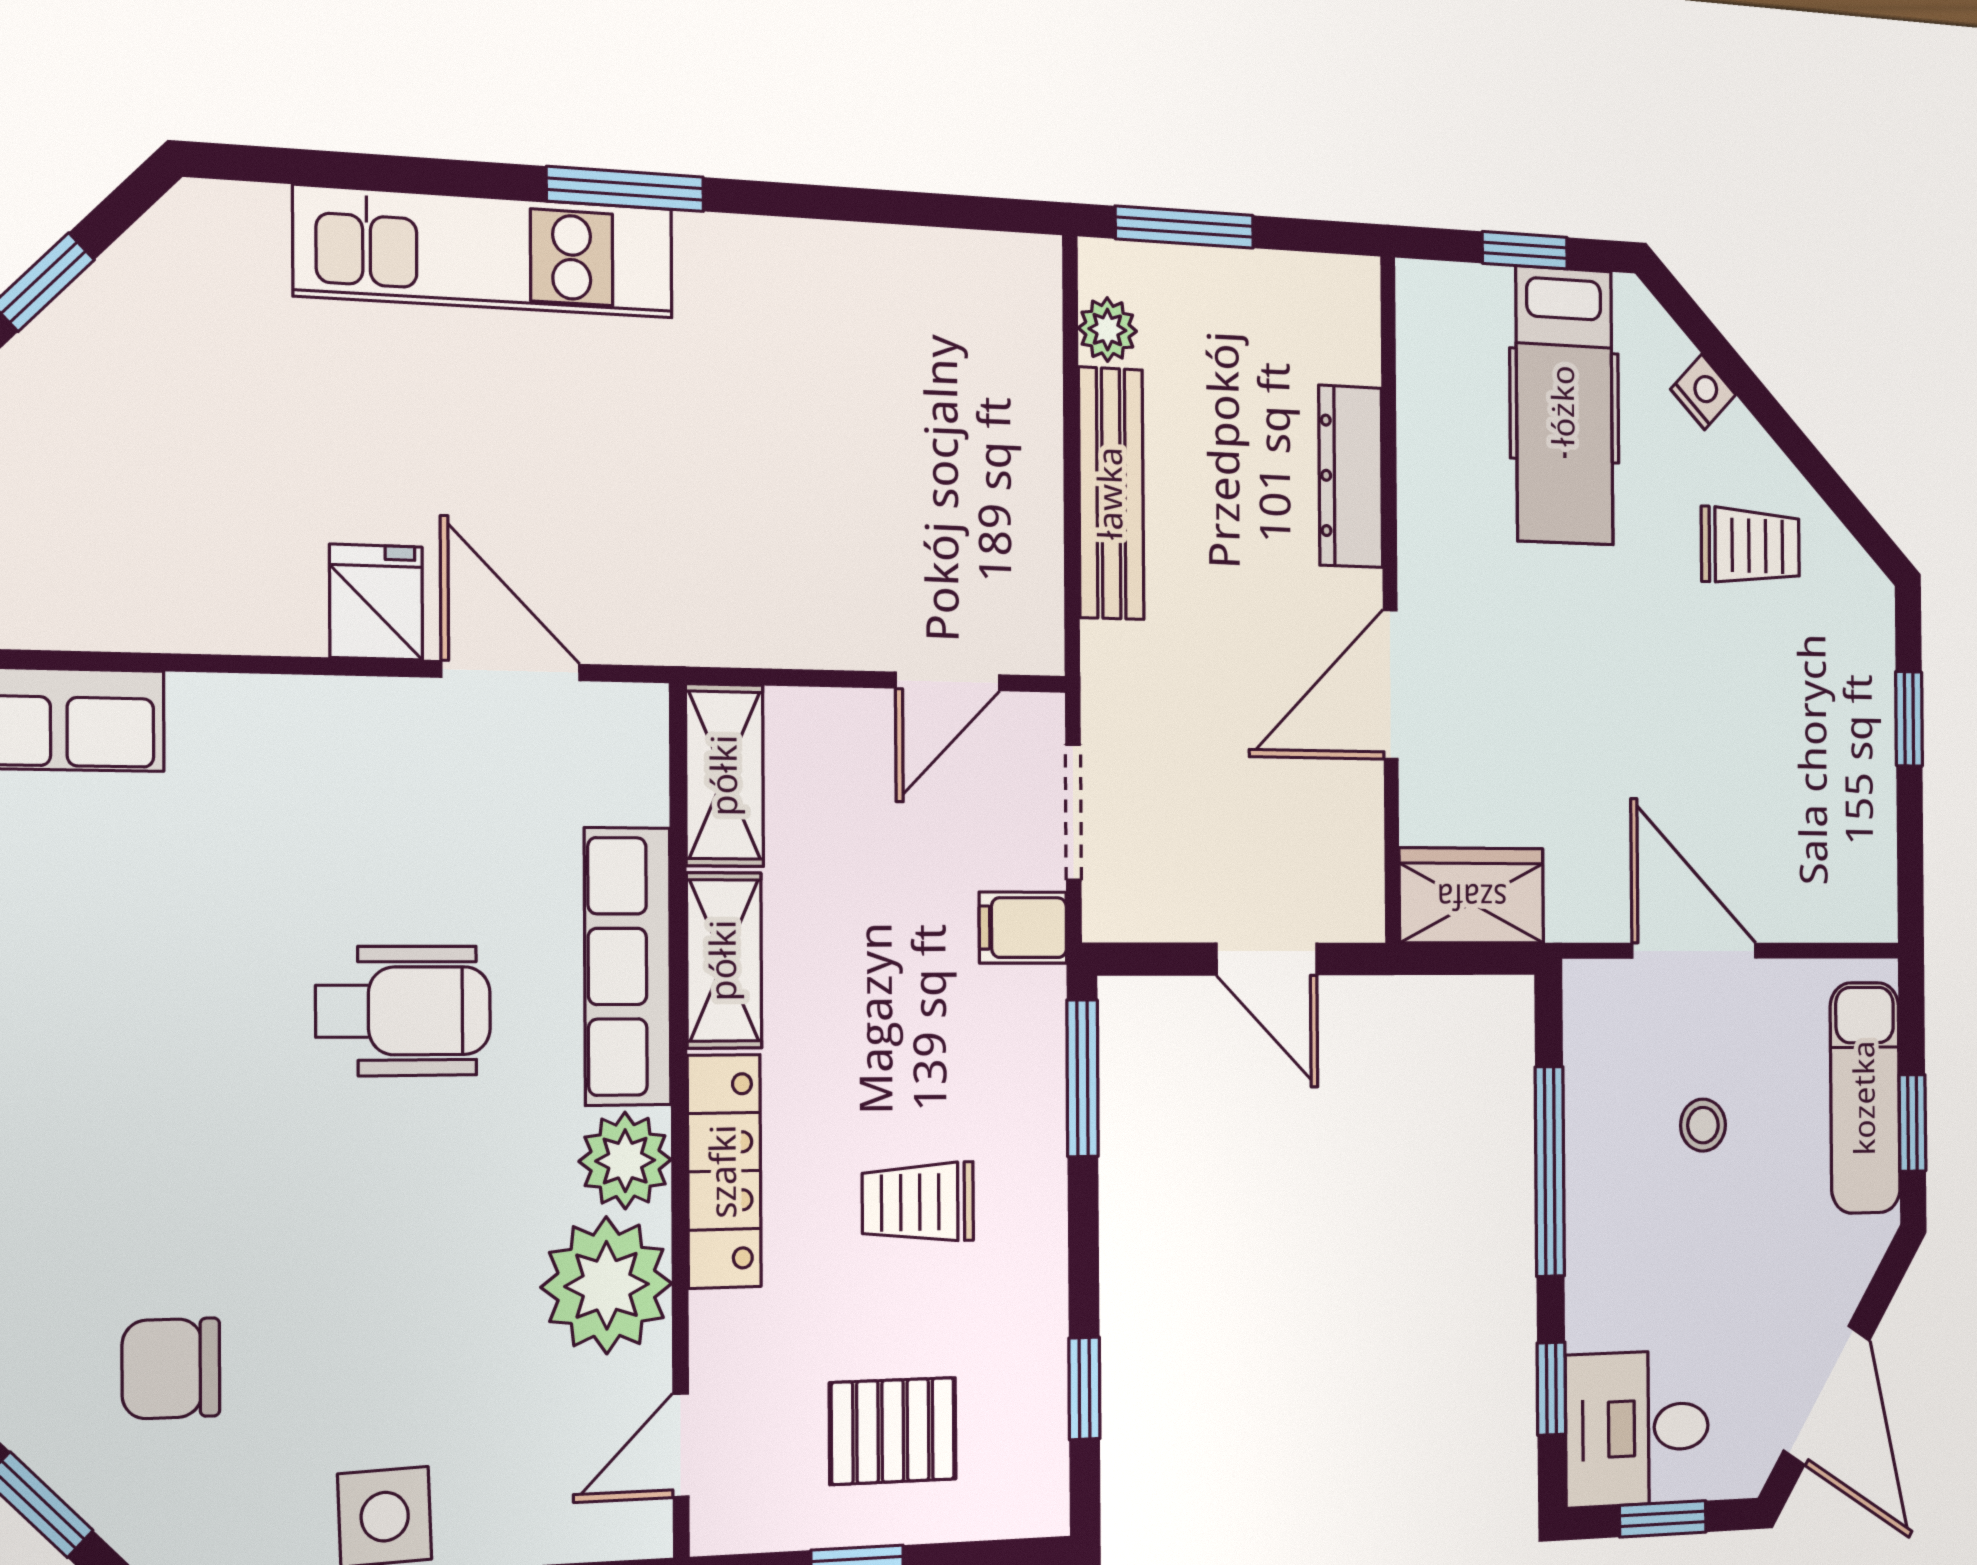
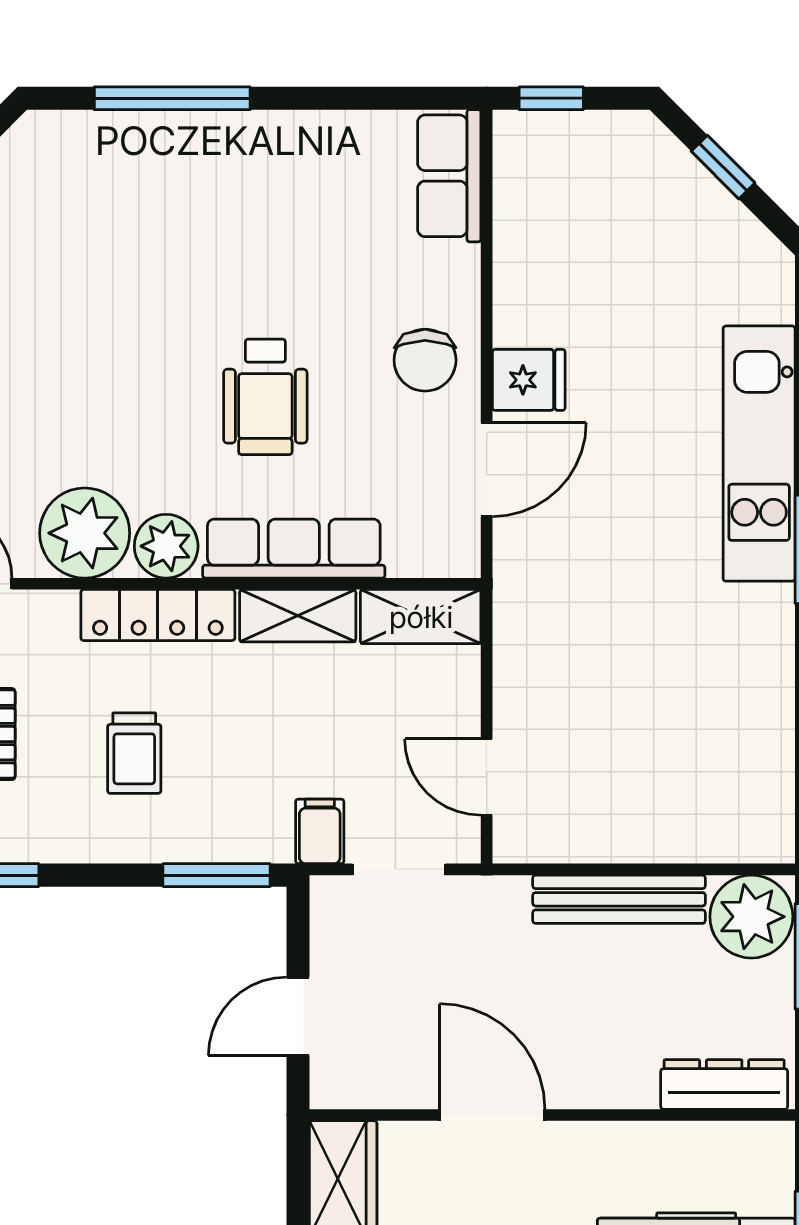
plant: (1107, 330) -> (751, 917), width x1.87, depth x1.87
dresser: (1351, 476) -> (724, 1084), moved
trolley: (918, 1202) -> (134, 753), turned 180
chair: (171, 1368) -> (425, 360), moved, turned 180

